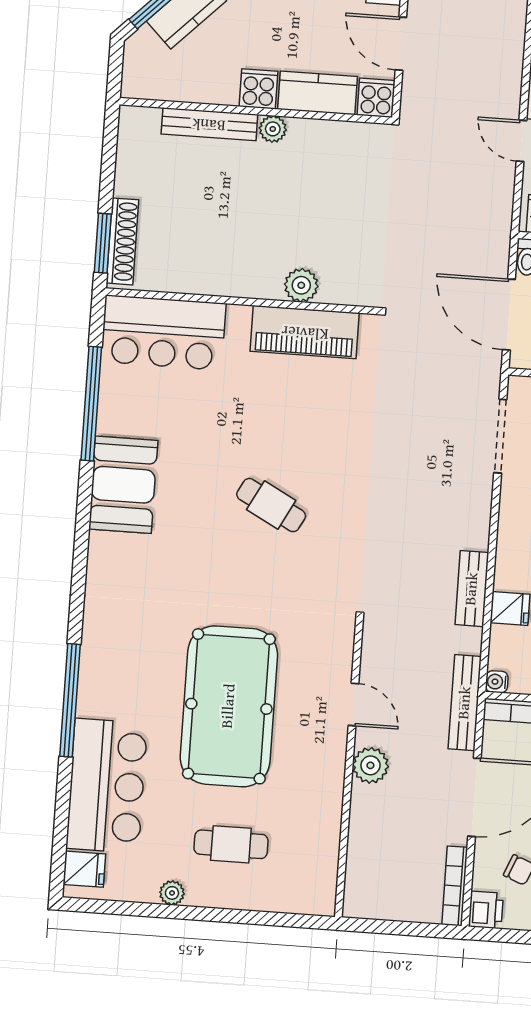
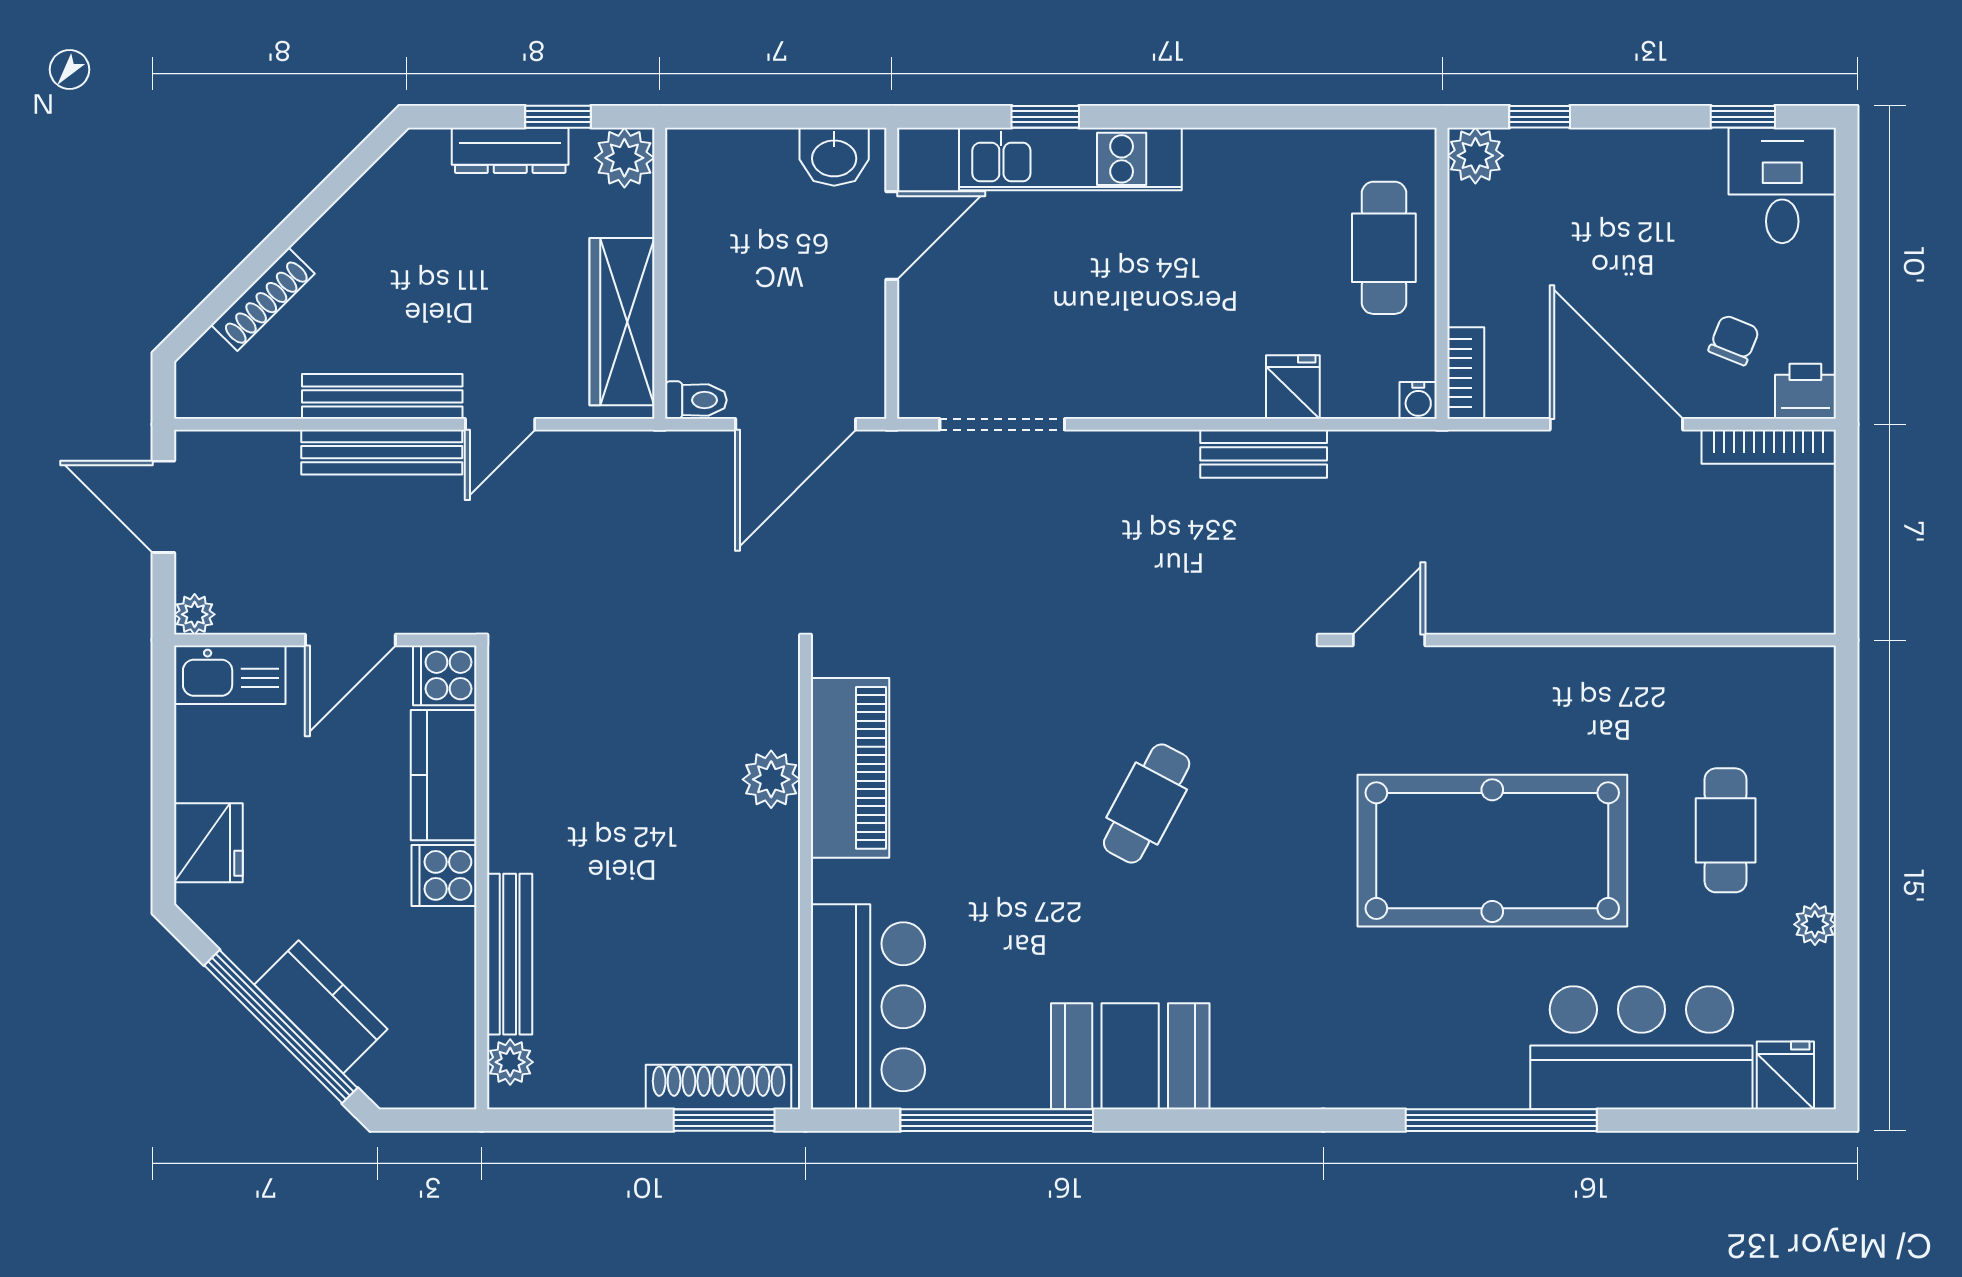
plant: (273, 129) -> (510, 1062), moved
bench: (465, 703) -> (382, 452), moved
door: (353, 705) -> (1389, 640), moved
plant: (370, 765) -> (1575, 604), removed

